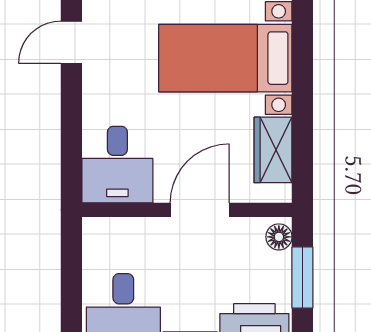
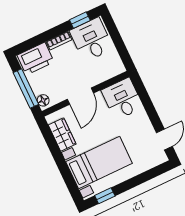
window: (302, 278) -> (26, 88), width x1.44

